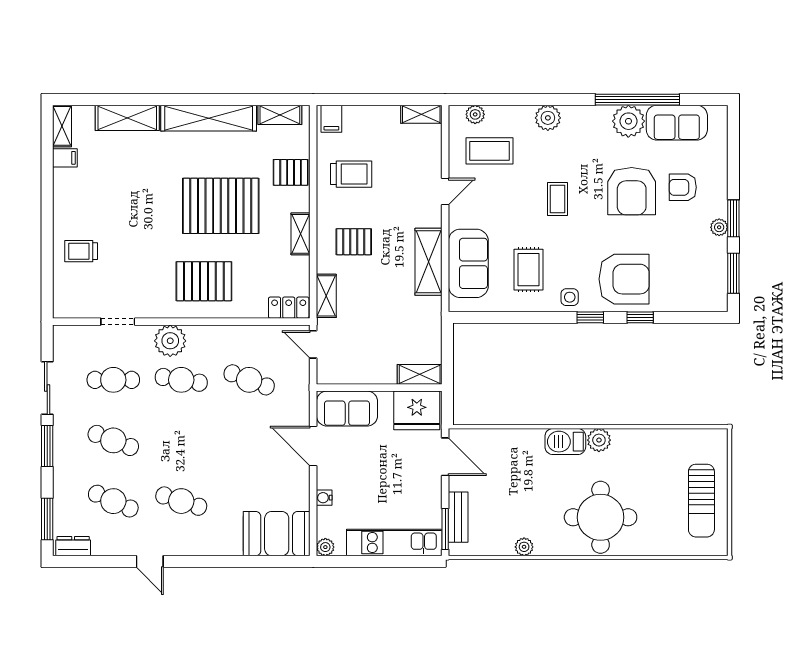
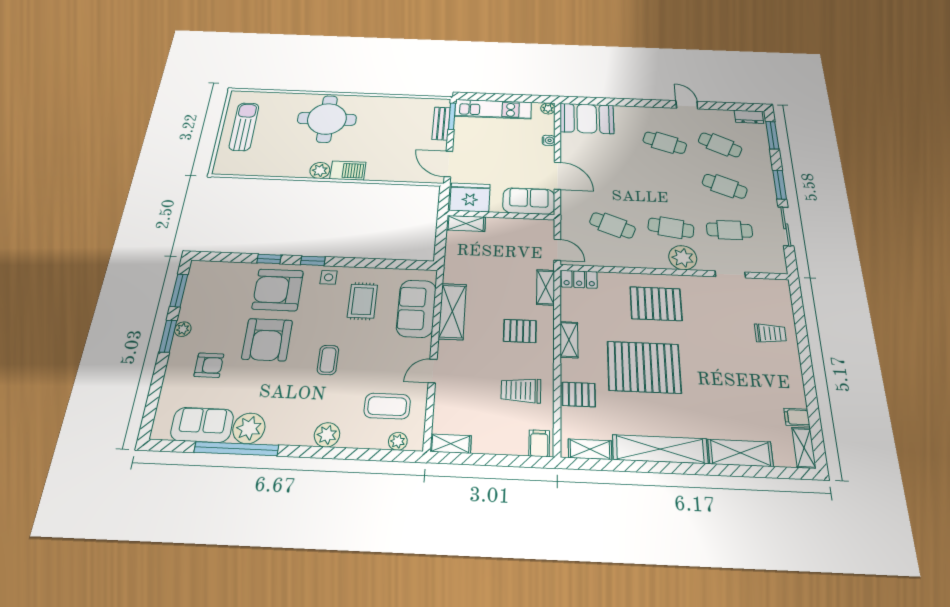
armchair: (632, 191) -> (267, 340), moved, turned 180
plant: (524, 547) -> (390, 103), removed

